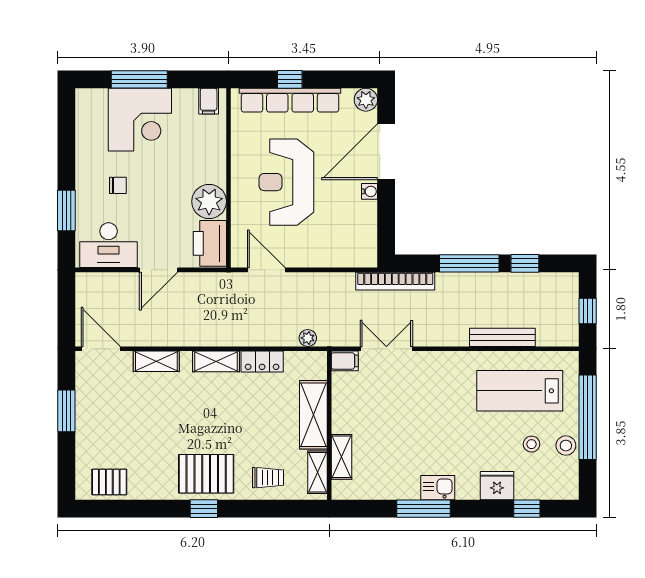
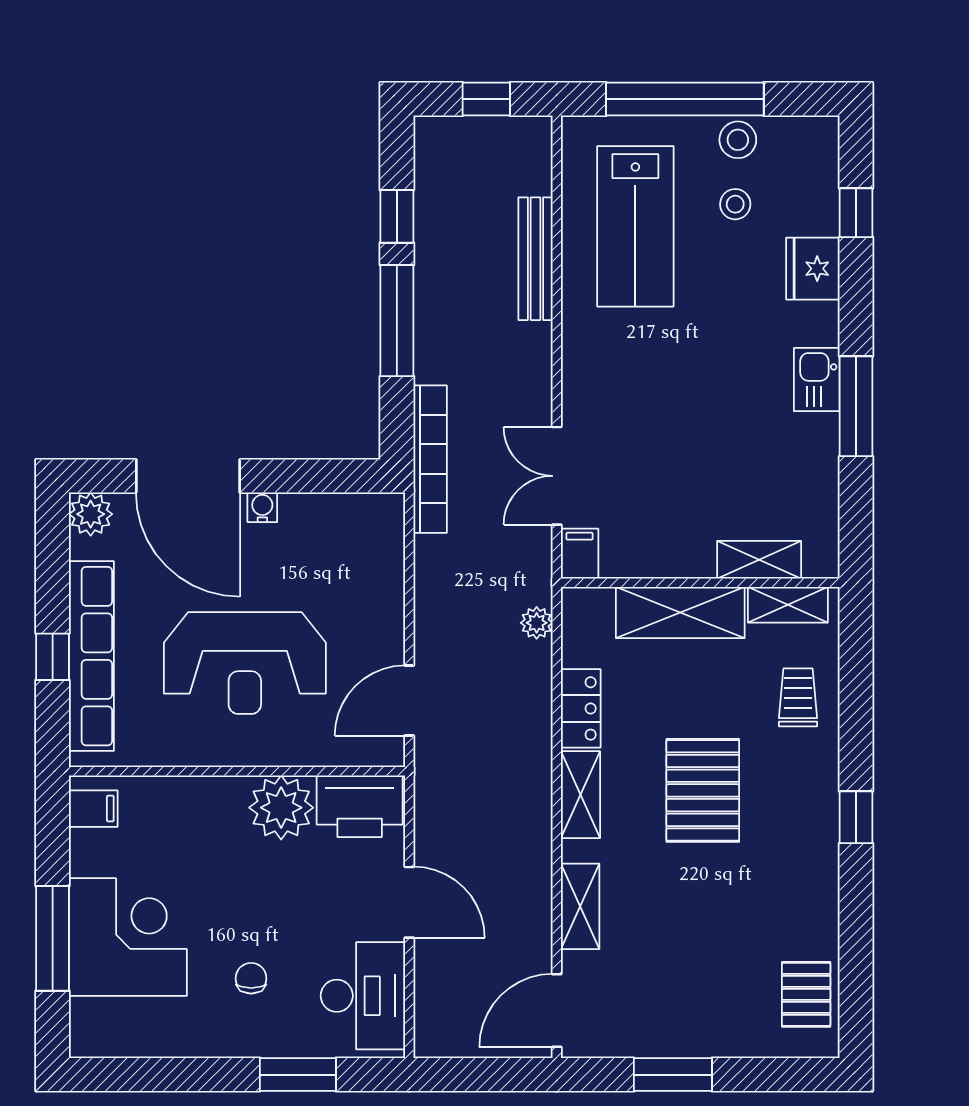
pallet: (206, 474) -> (703, 790), moved

